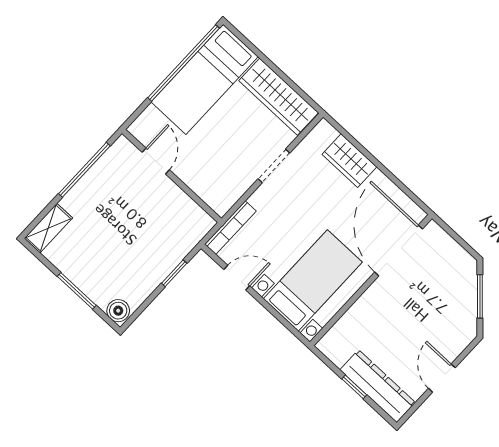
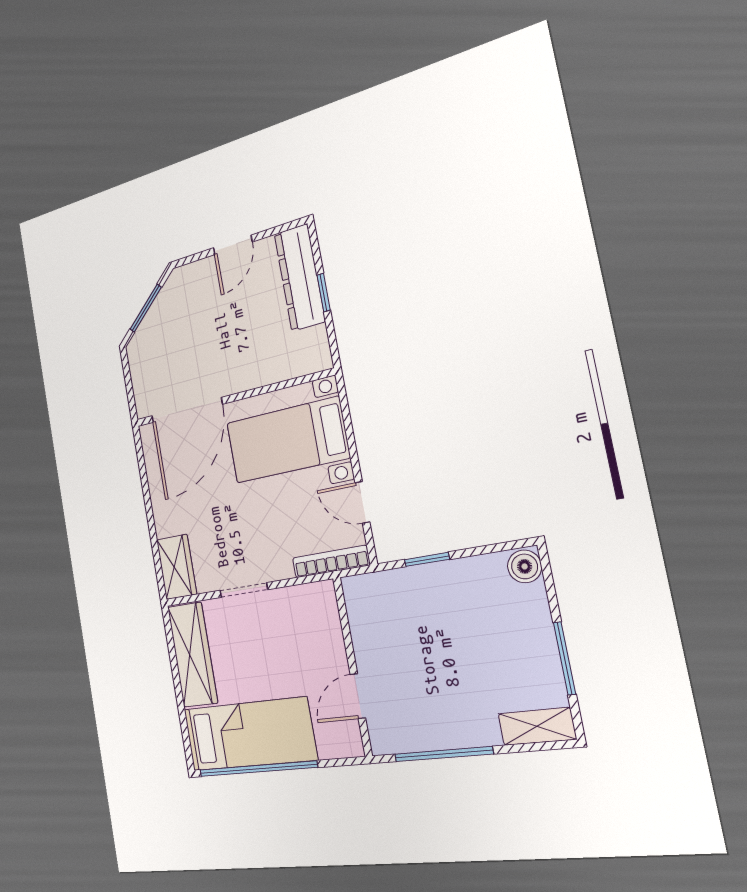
wardrobe: (349, 161) -> (177, 567), moved
window: (77, 291) -> (564, 658), moved

